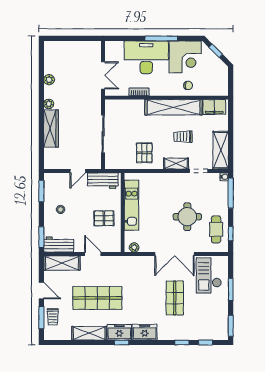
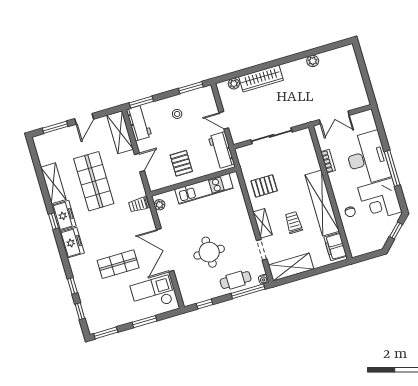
plant: (49, 104) -> (234, 84), moved
cafe table: (216, 229) -> (236, 280), moved
trolley: (53, 317) -> (139, 205), moved

